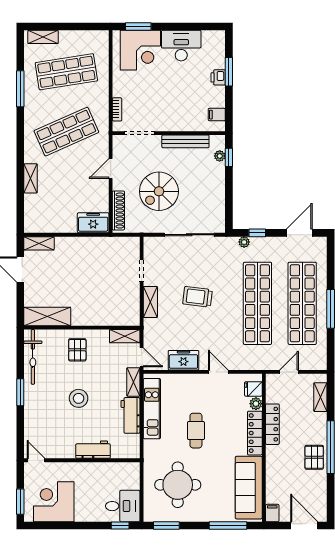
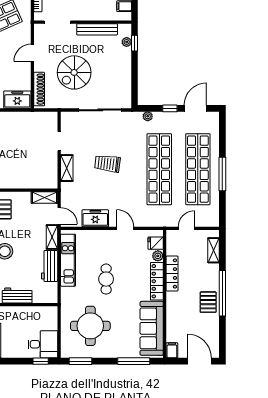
window: (257, 233) -> (170, 108), moved

